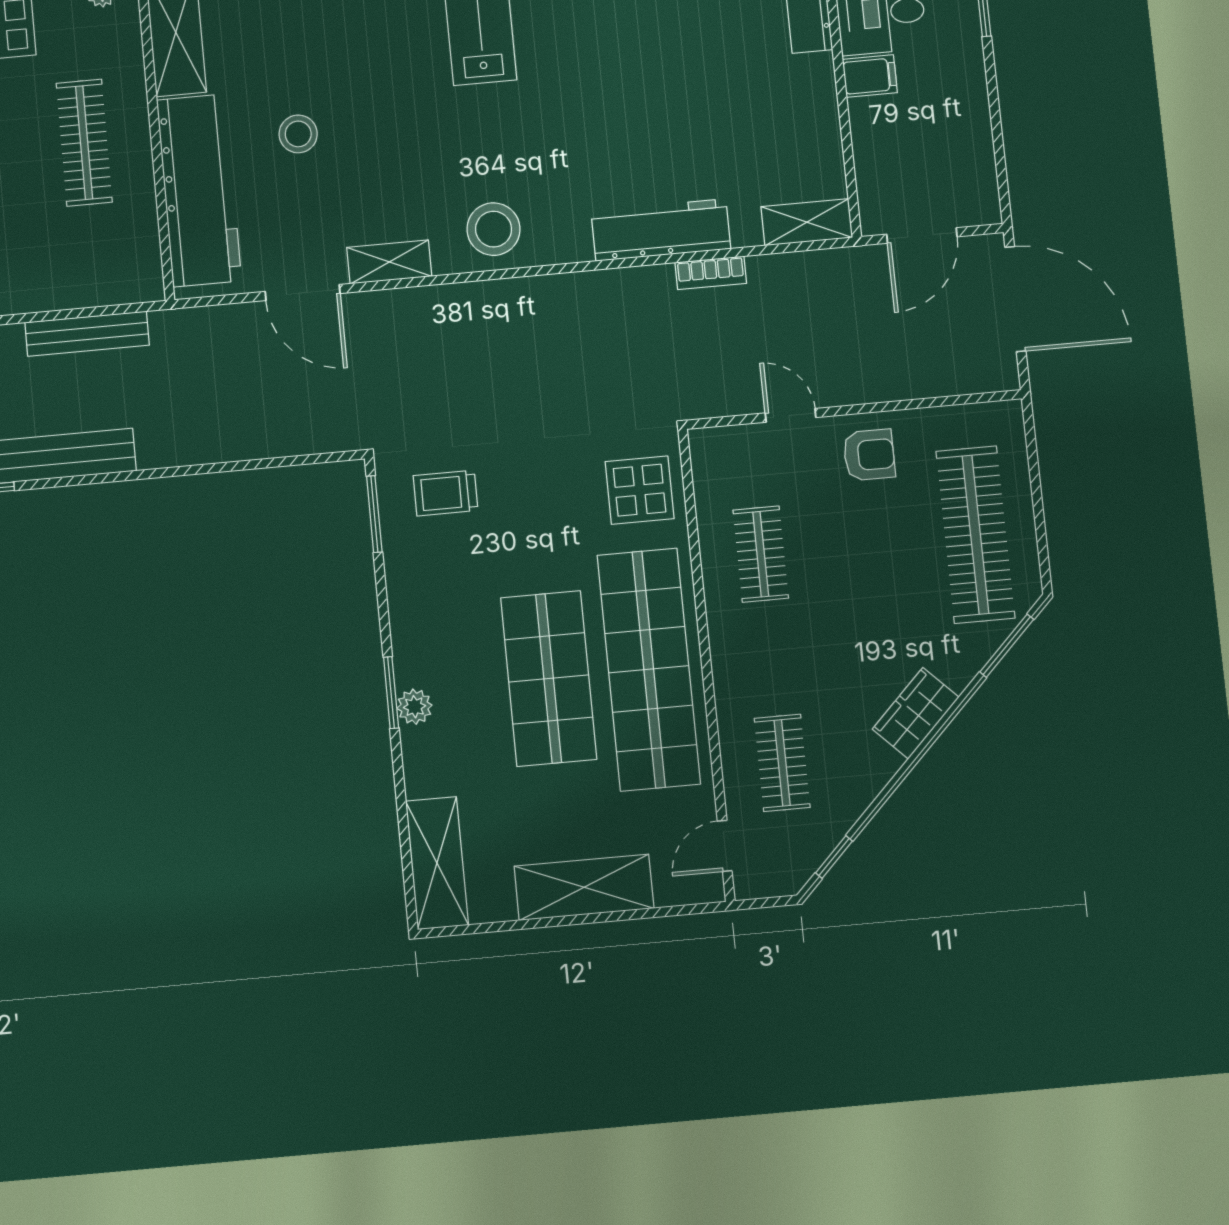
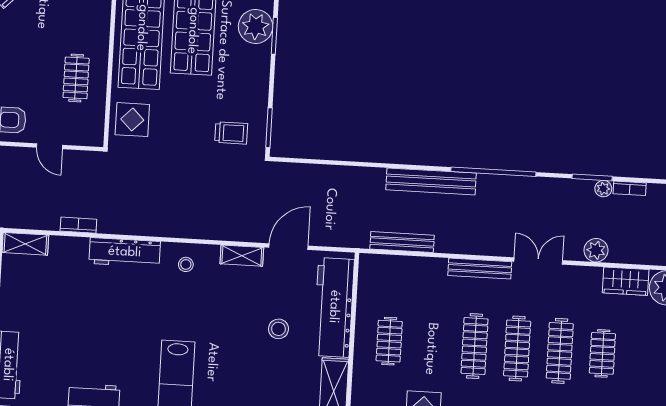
clothes rail: (84, 143) -> (389, 341), width x0.73
stool: (494, 229) -> (186, 264), width x0.53, depth x0.53
workbench: (661, 230) -> (125, 252), moved
door: (303, 293) -> (289, 247), hinge flipped
plant: (414, 707) -> (256, 26), width x1.88, depth x1.88

